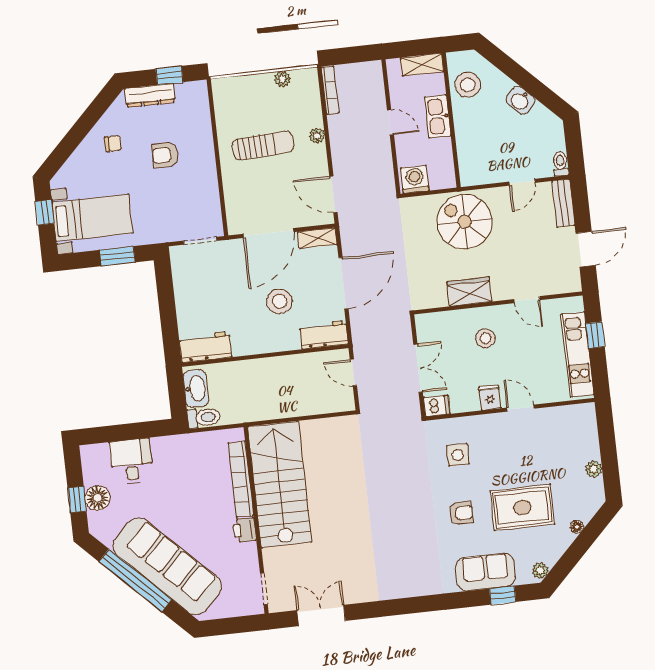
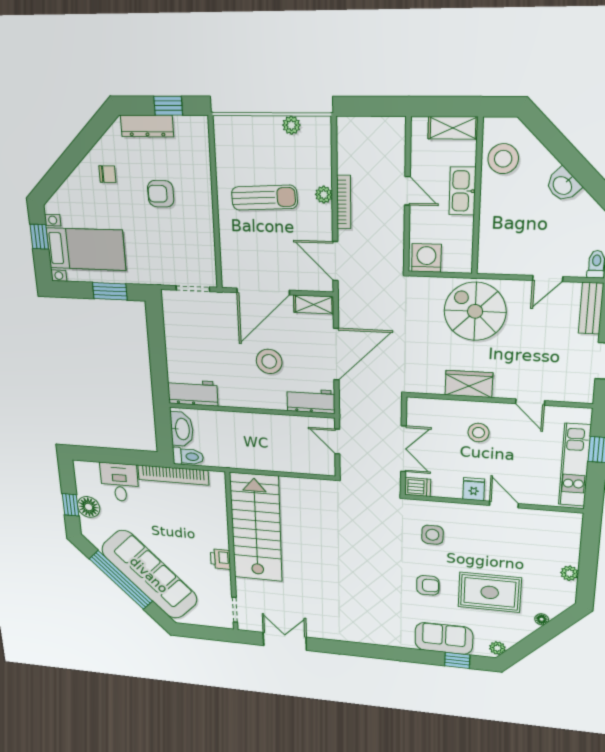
bookcase: (330, 90) -> (344, 202), moved
bookcase: (241, 479) -> (173, 475), moved, turned -90

